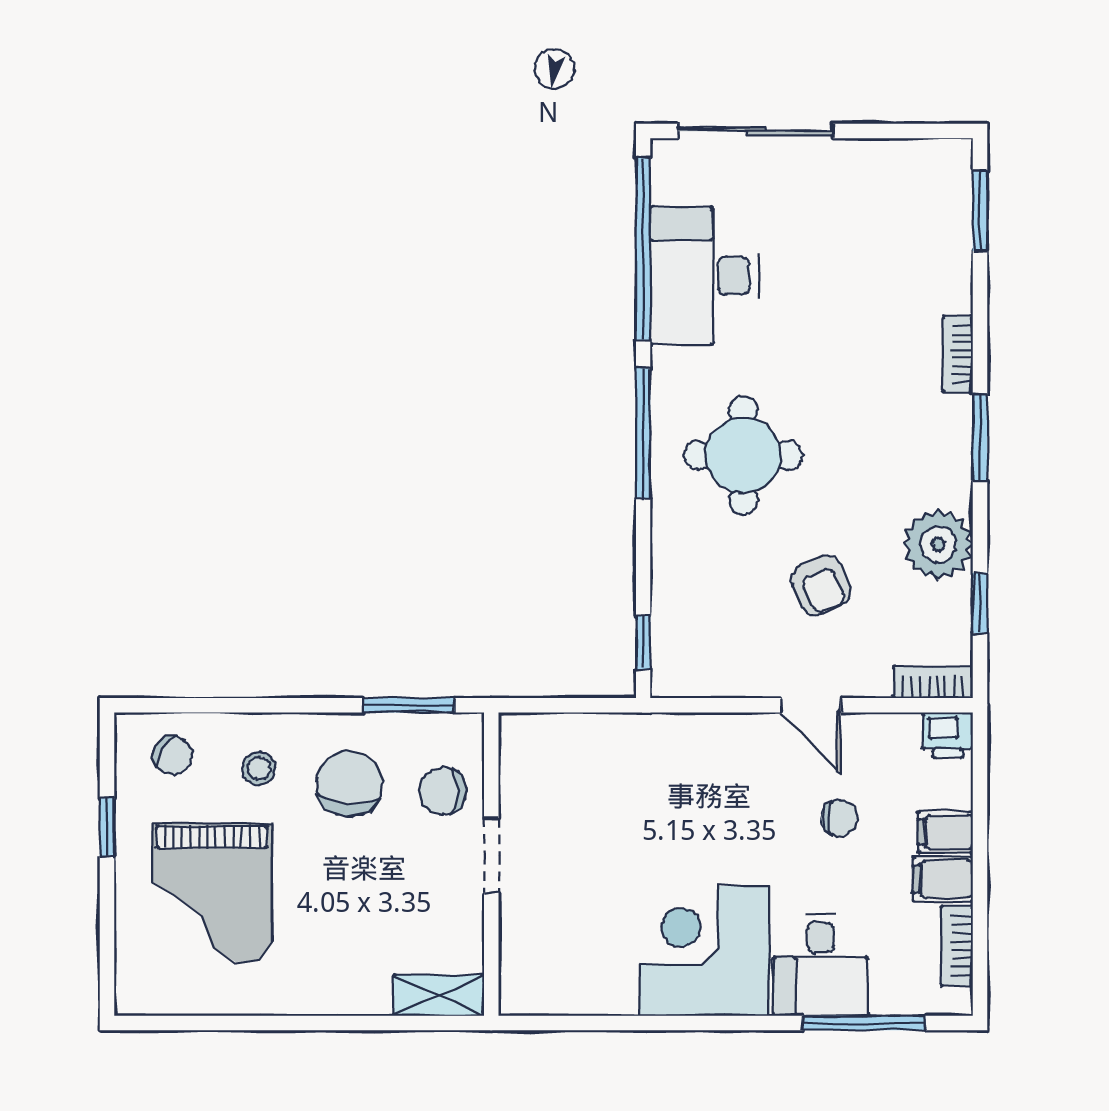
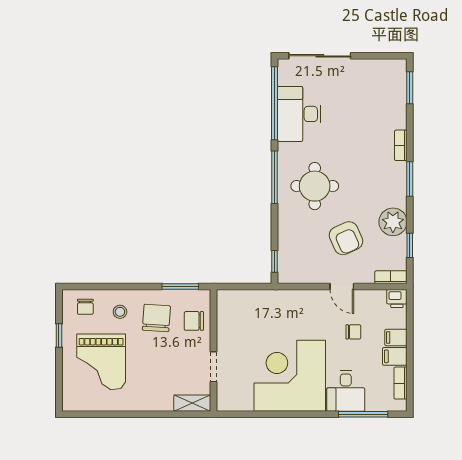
armchair: (821, 585) -> (346, 238), width x1.38, depth x1.38
chair: (172, 756) -> (85, 307), turned 59
doorway: (491, 855) -> (213, 367), moved
corner desk: (705, 951) -> (290, 376), width x1.36, depth x1.36

